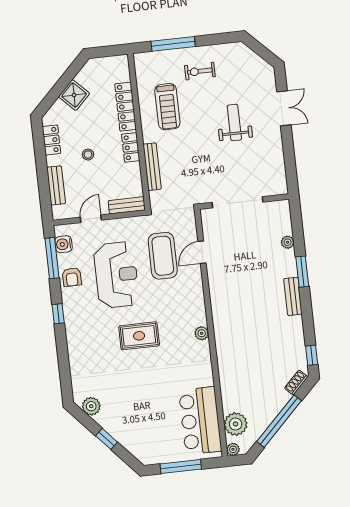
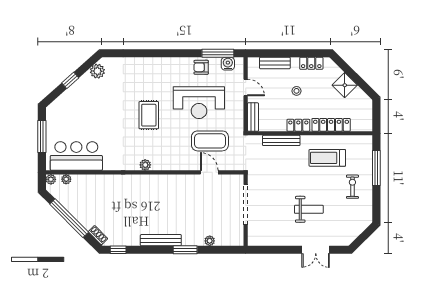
bench: (293, 296) -> (161, 240), width x1.36
window: (58, 314) -> (173, 53), removed
plant: (236, 424) -> (66, 179), width x0.53, depth x0.53

